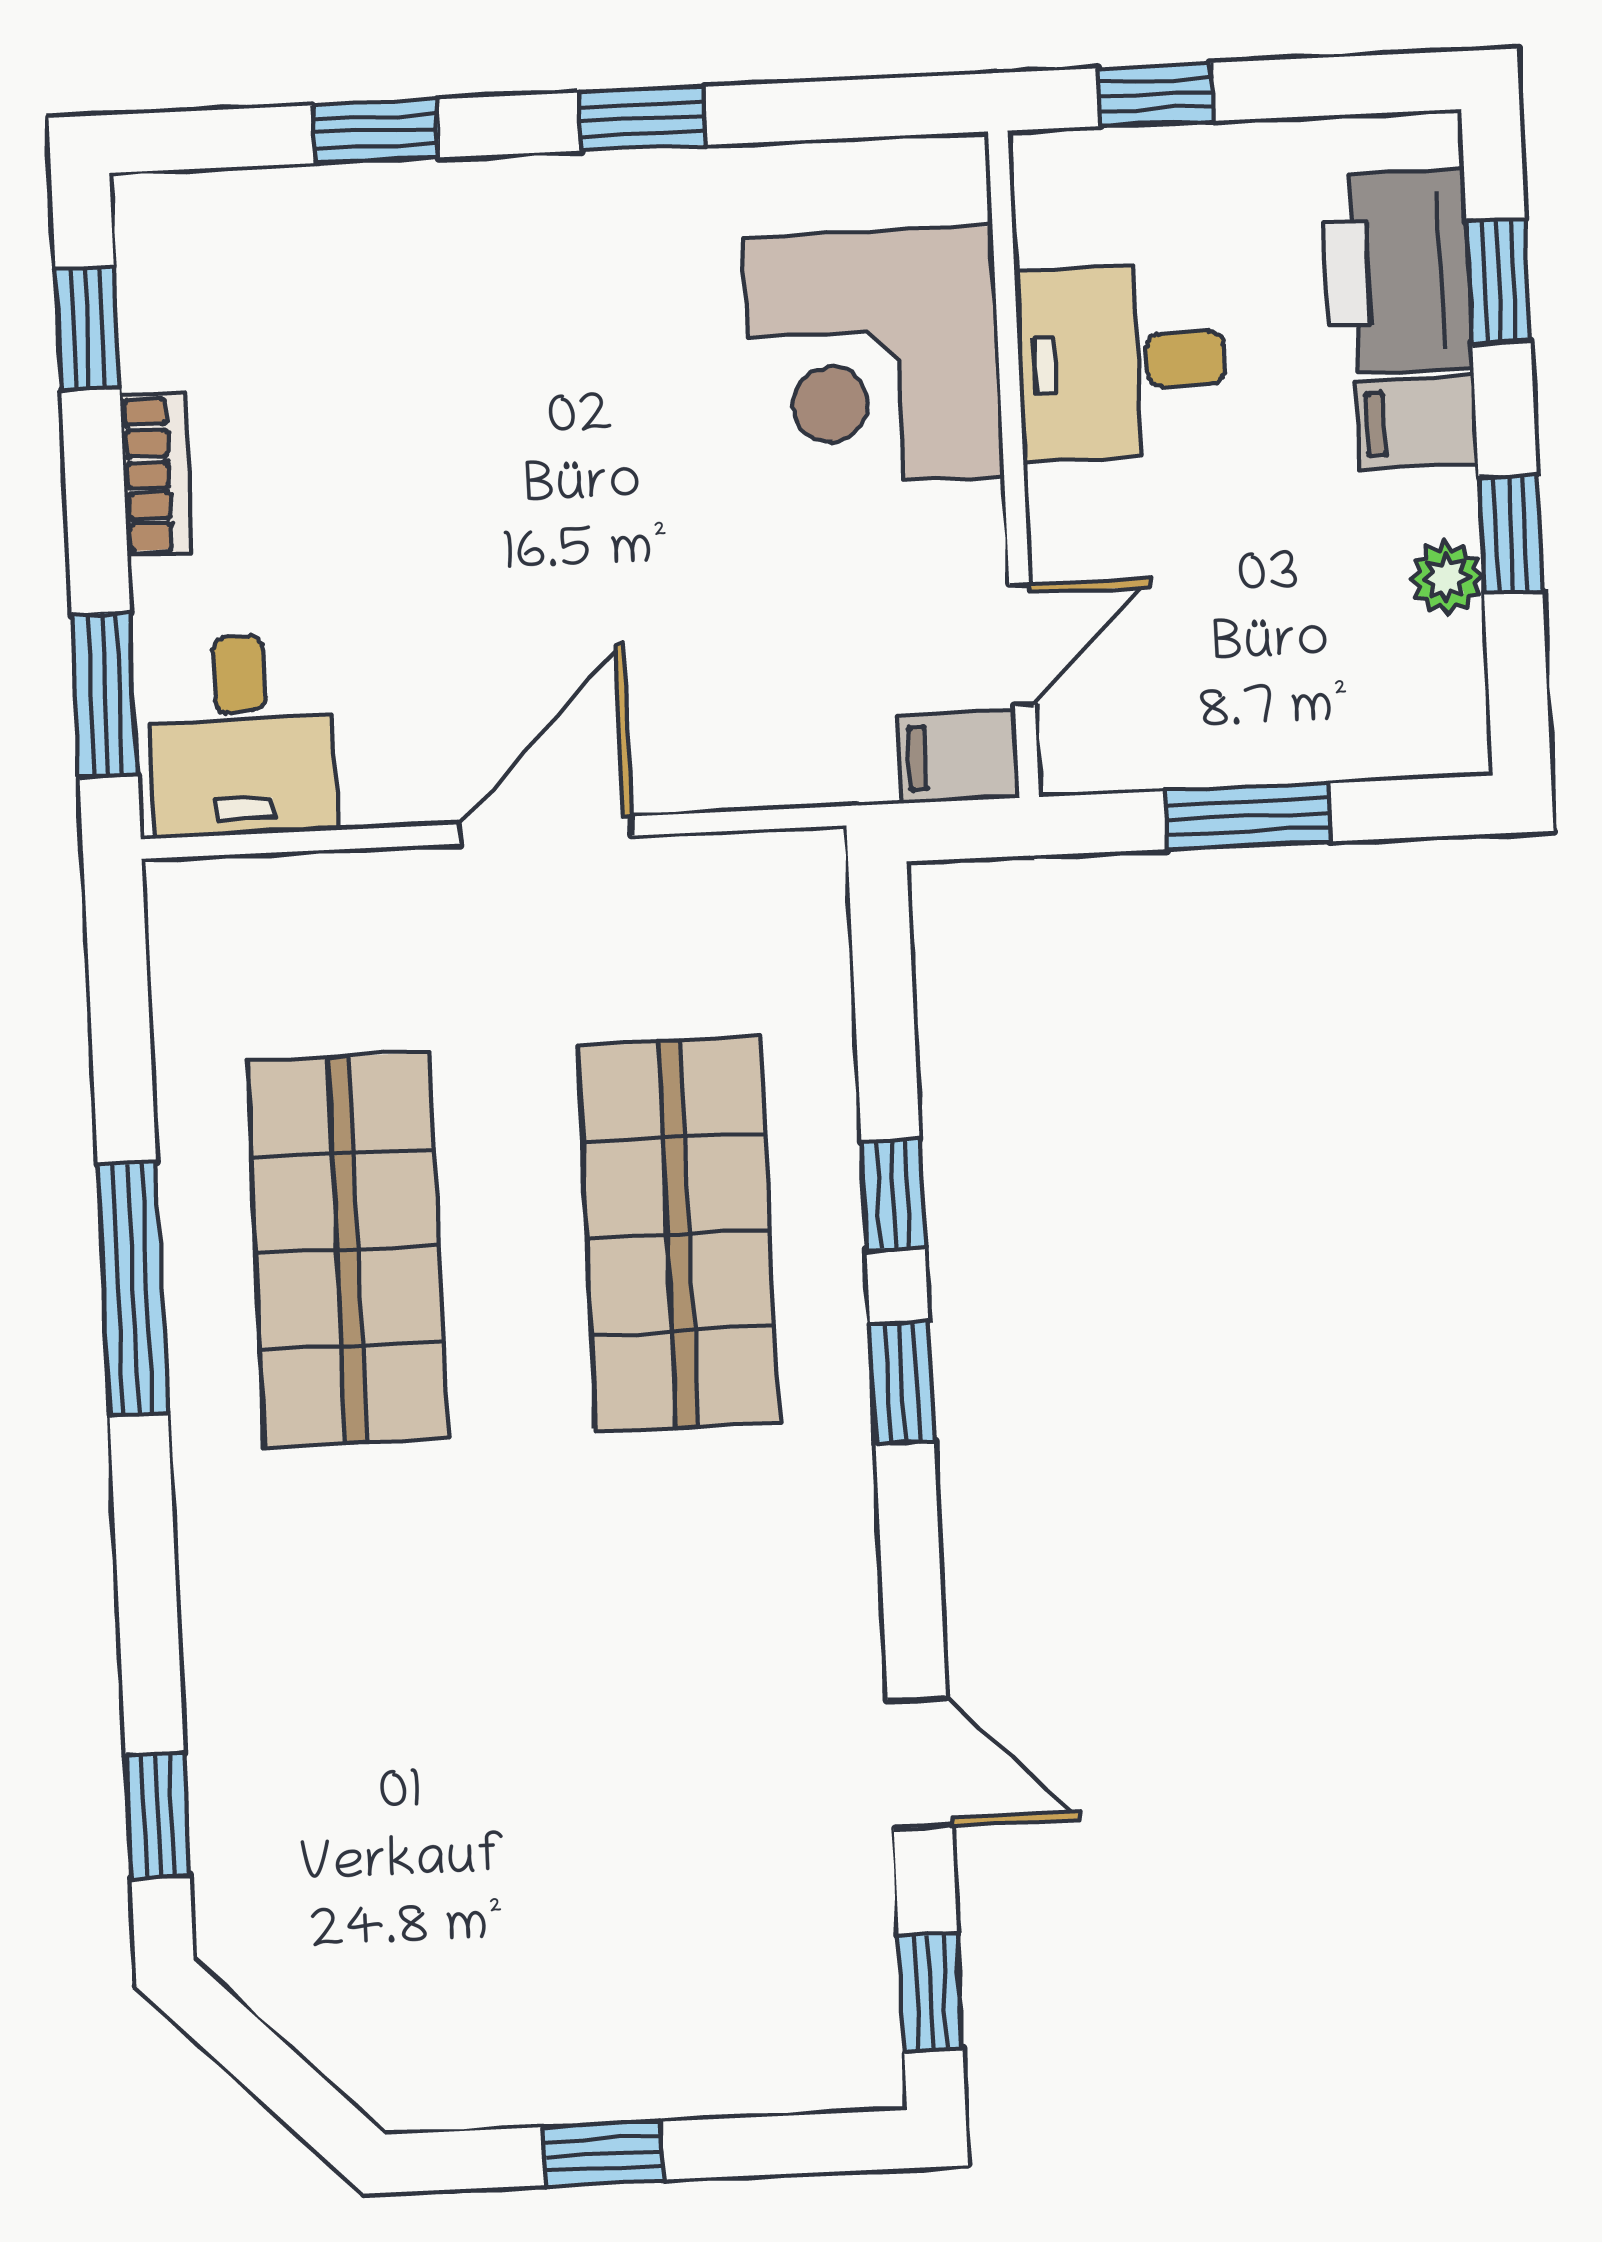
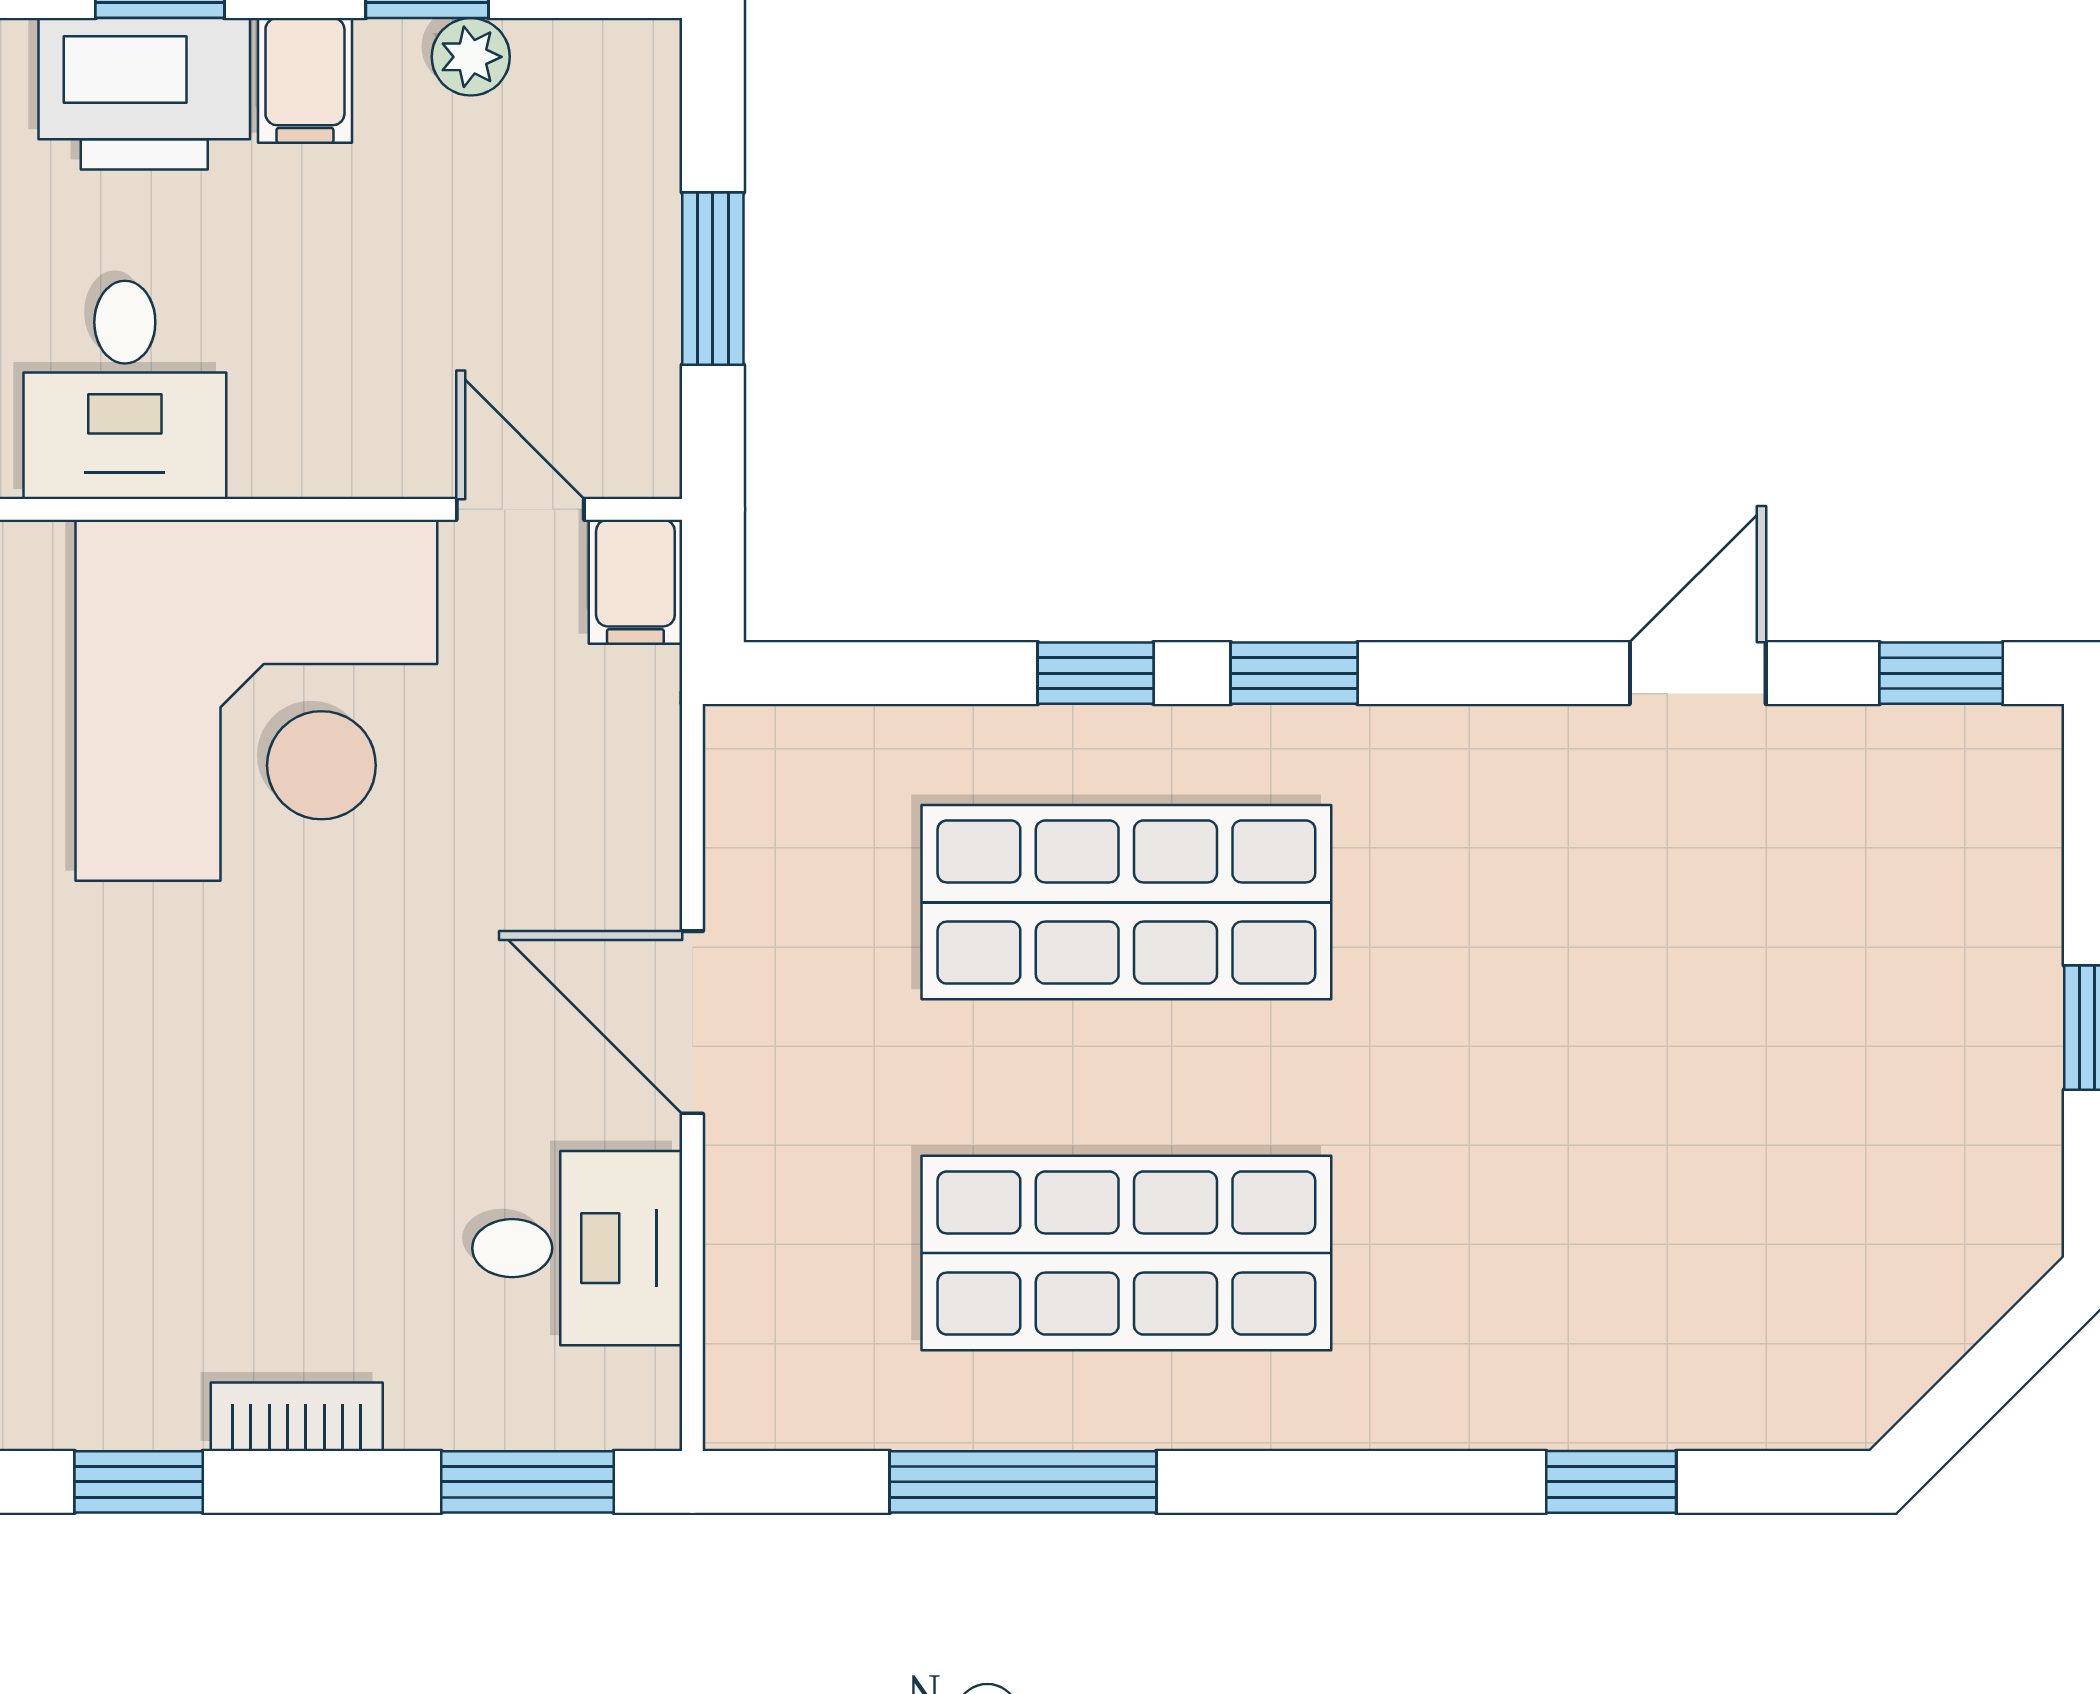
corner desk: (873, 357) -> (256, 700), width x1.36, depth x1.36
desk: (1122, 362) -> (125, 390), moved
desk: (242, 735) -> (577, 1248), moved
window: (133, 1289) -> (1023, 1482), moved
window: (158, 1816) -> (1611, 1482), moved

